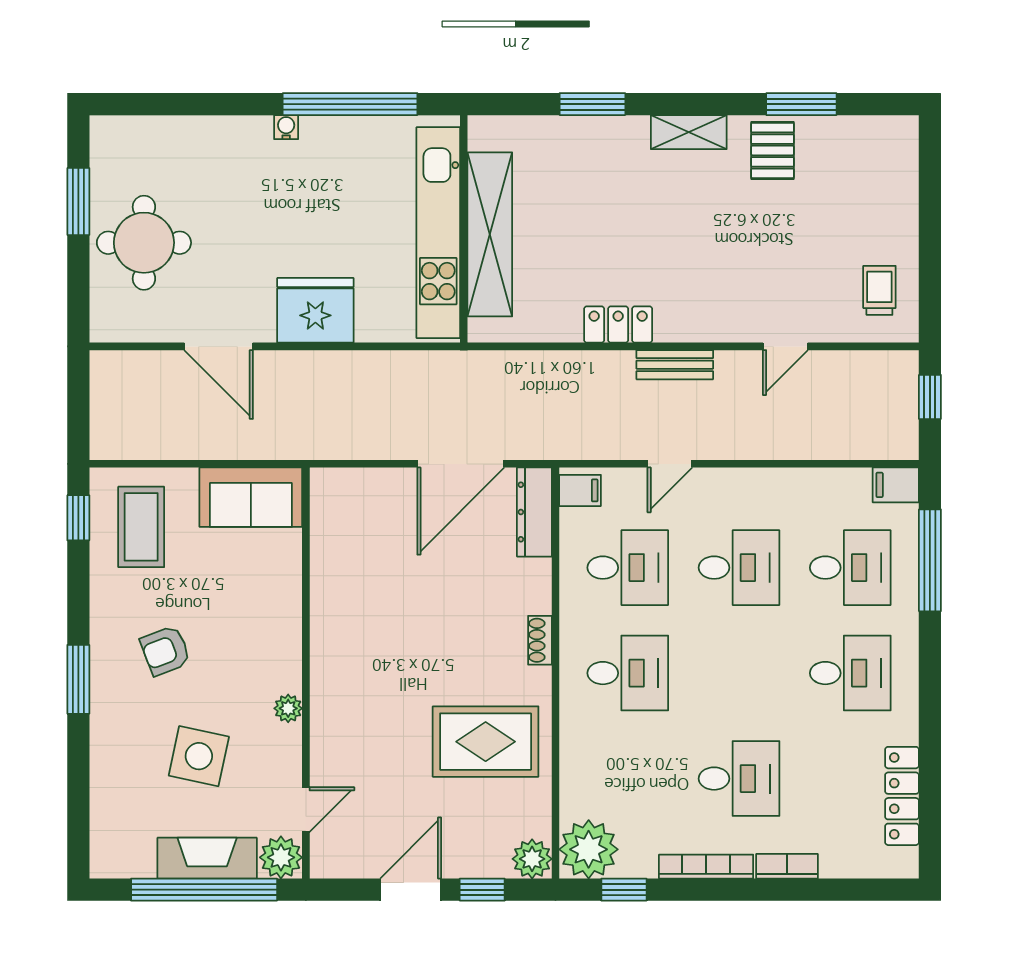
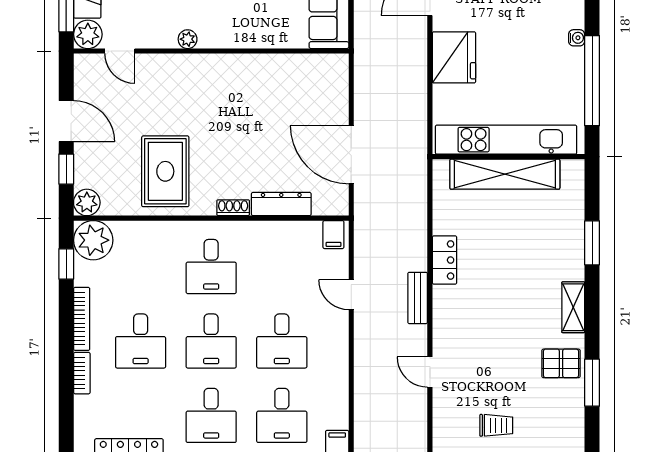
trolley: (879, 290) -> (496, 425), moved
dresser: (534, 512) -> (281, 204), moved
desk: (628, 568) -> (211, 341), moved

